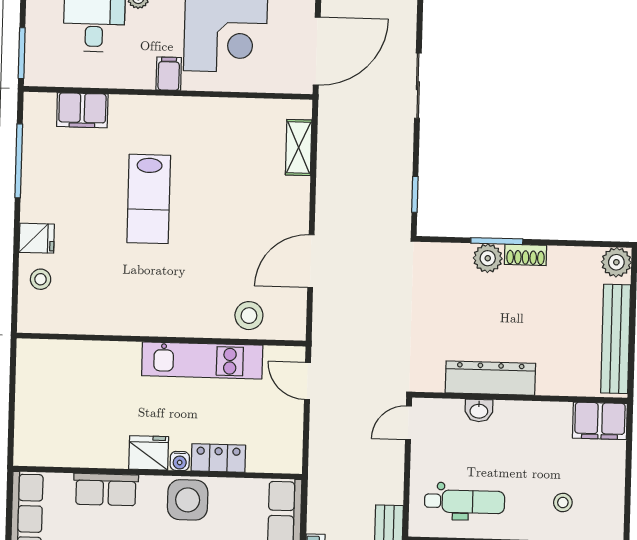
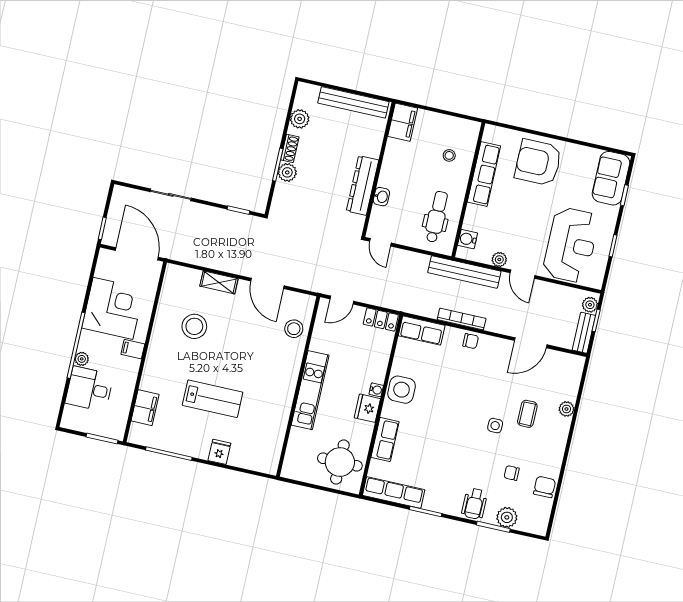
shelving: (299, 147) -> (219, 282), moved
lab bench: (149, 199) -> (213, 399), moved
plant: (616, 262) -> (300, 119), moved
stool: (41, 279) -> (194, 326), moved, width x1.89, depth x1.89
kitchen unit: (202, 360) -> (310, 390), moved
round table: (57, 427) -> (340, 462), added
locker: (218, 458) -> (381, 320), moved, turned -90

